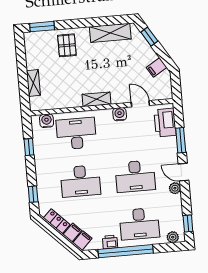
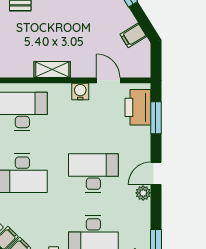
window: (181, 140) -> (156, 118), moved
door: (183, 172) -> (156, 173), hinge flipped
desk: (135, 176) -> (93, 173), turned 180

